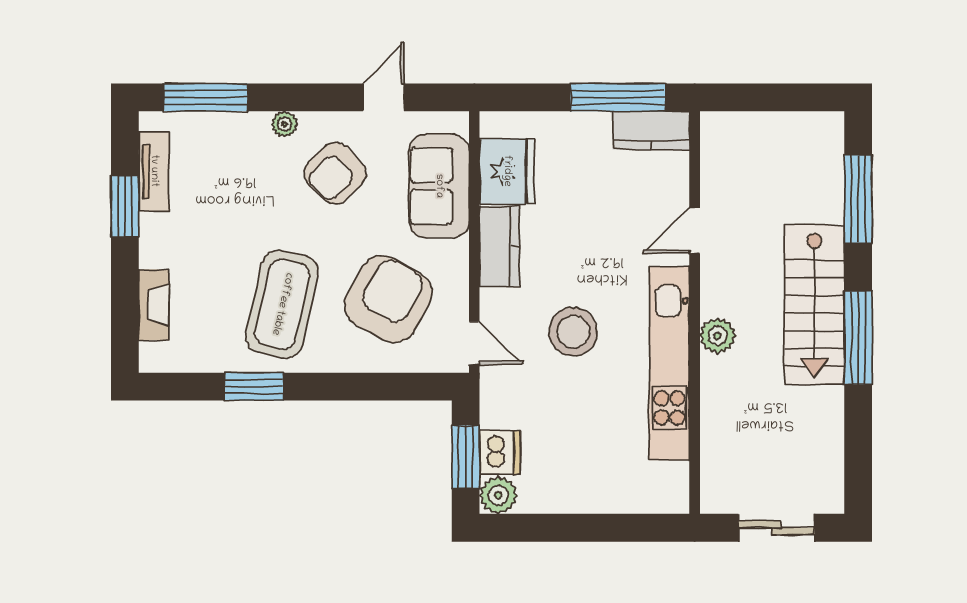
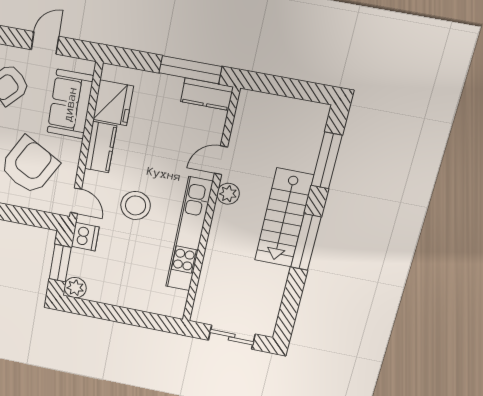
plant: (718, 336) -> (228, 194), moved
dishwasher: (500, 452) -> (85, 237), moved

